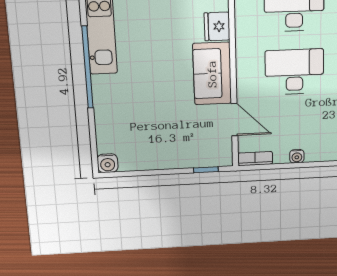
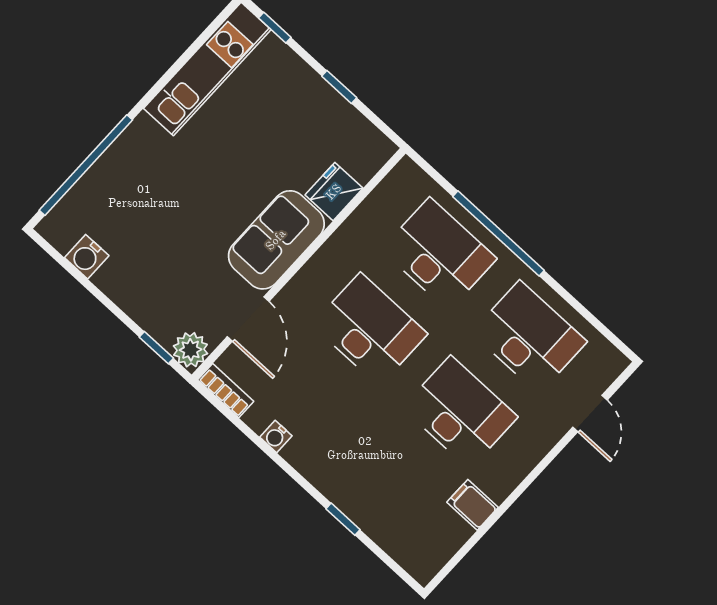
window: (87, 67) -> (86, 165), moved
plant: (222, 156) -> (191, 350), added
water cooler: (108, 163) -> (87, 257), moved

